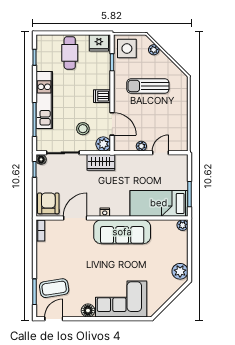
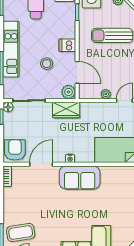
stool: (83, 129) -> (47, 64), moved
sofa: (122, 232) -> (80, 178), width x0.73

